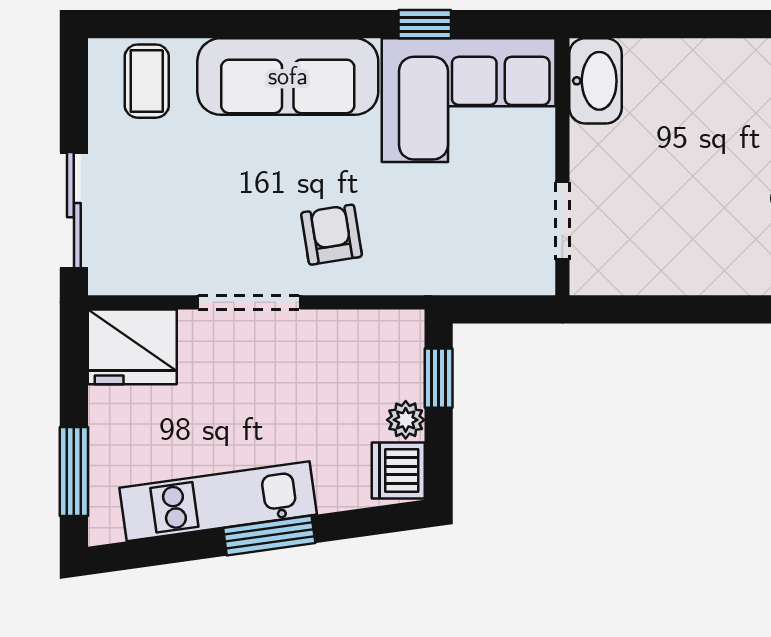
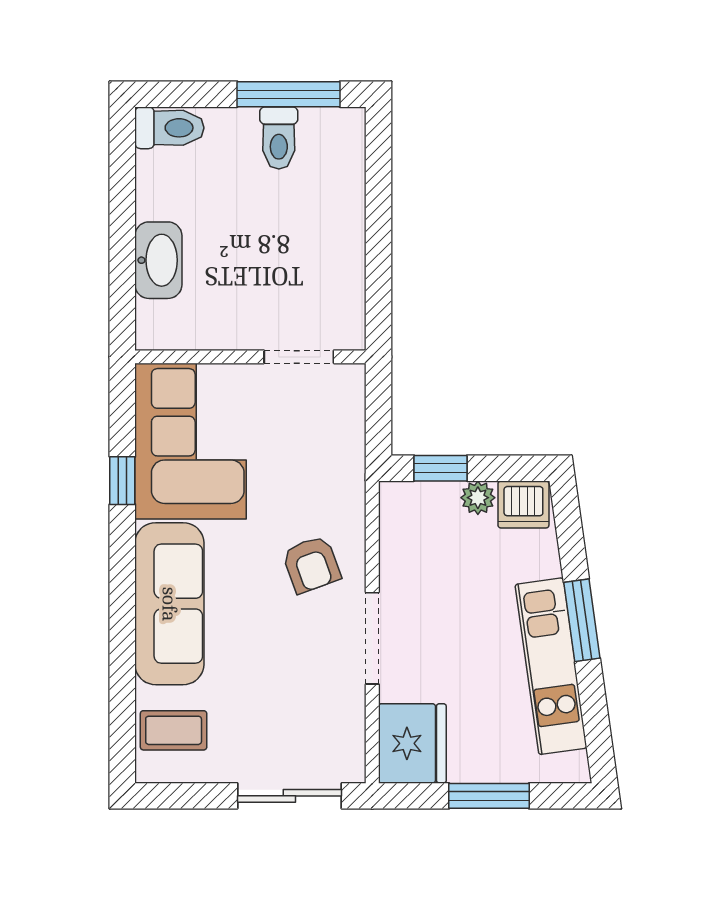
washbasin: (596, 81) -> (158, 260), moved, turned 90
armchair: (332, 235) -> (311, 564), turned -101
window: (74, 472) -> (489, 796), moved

